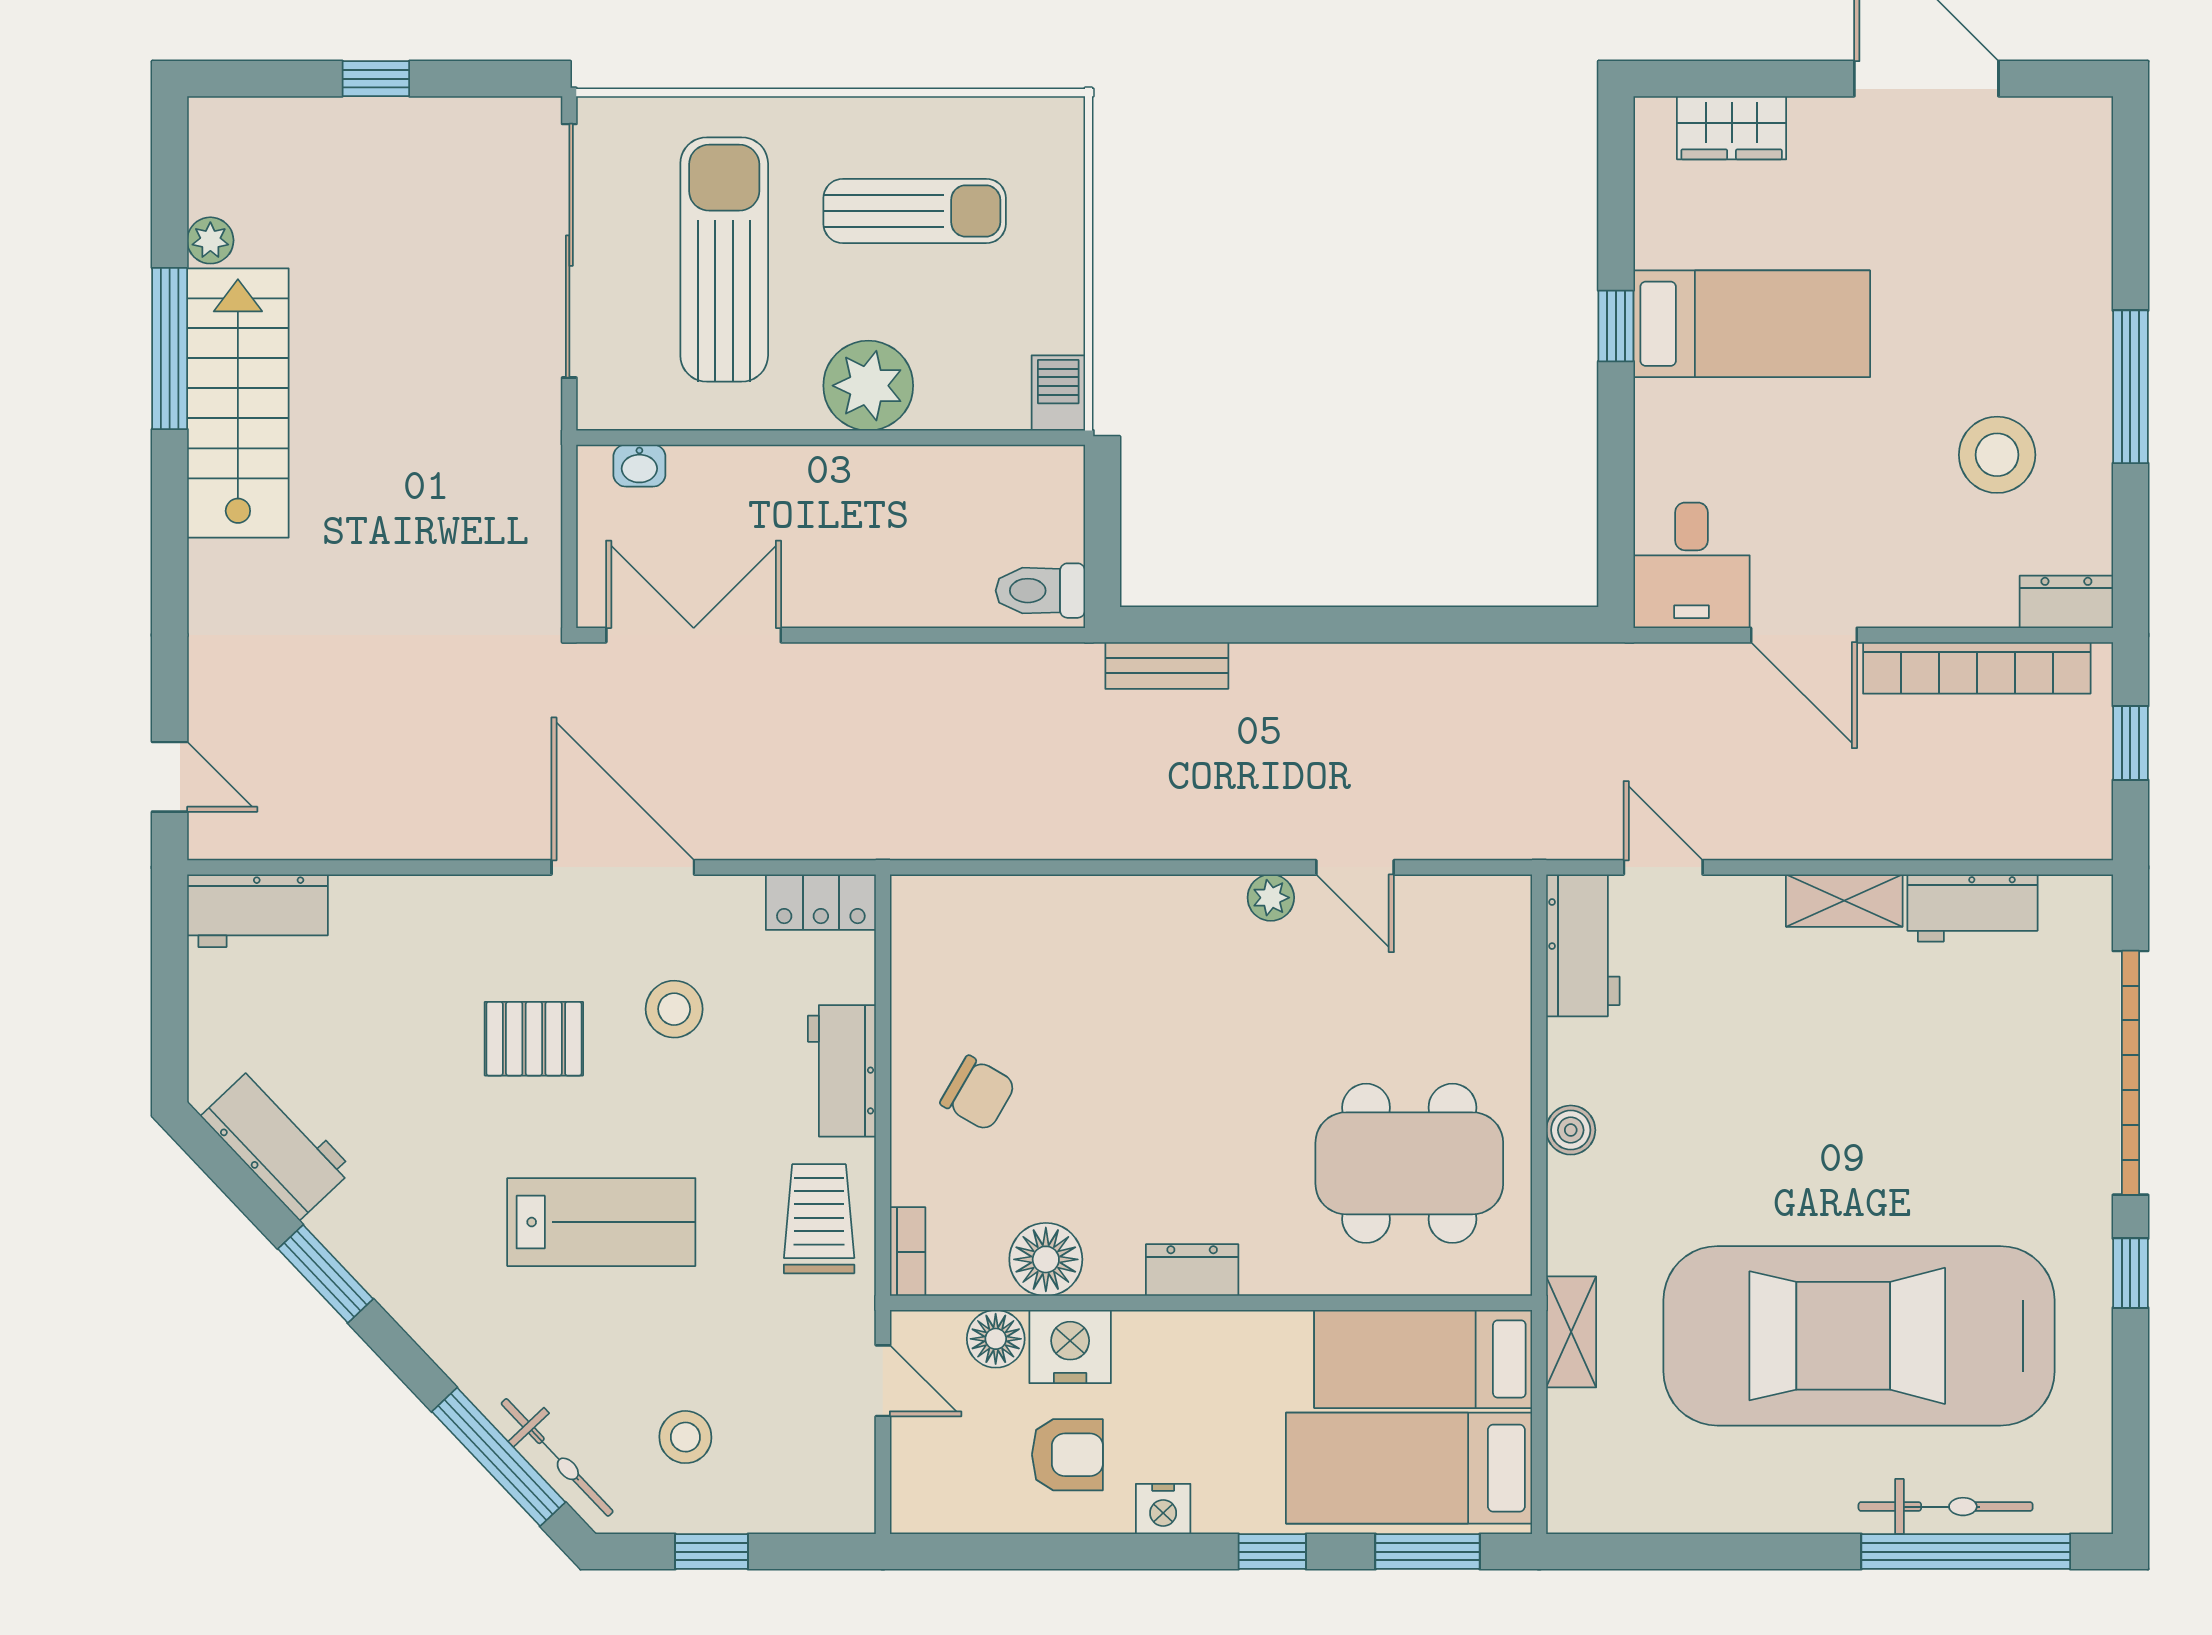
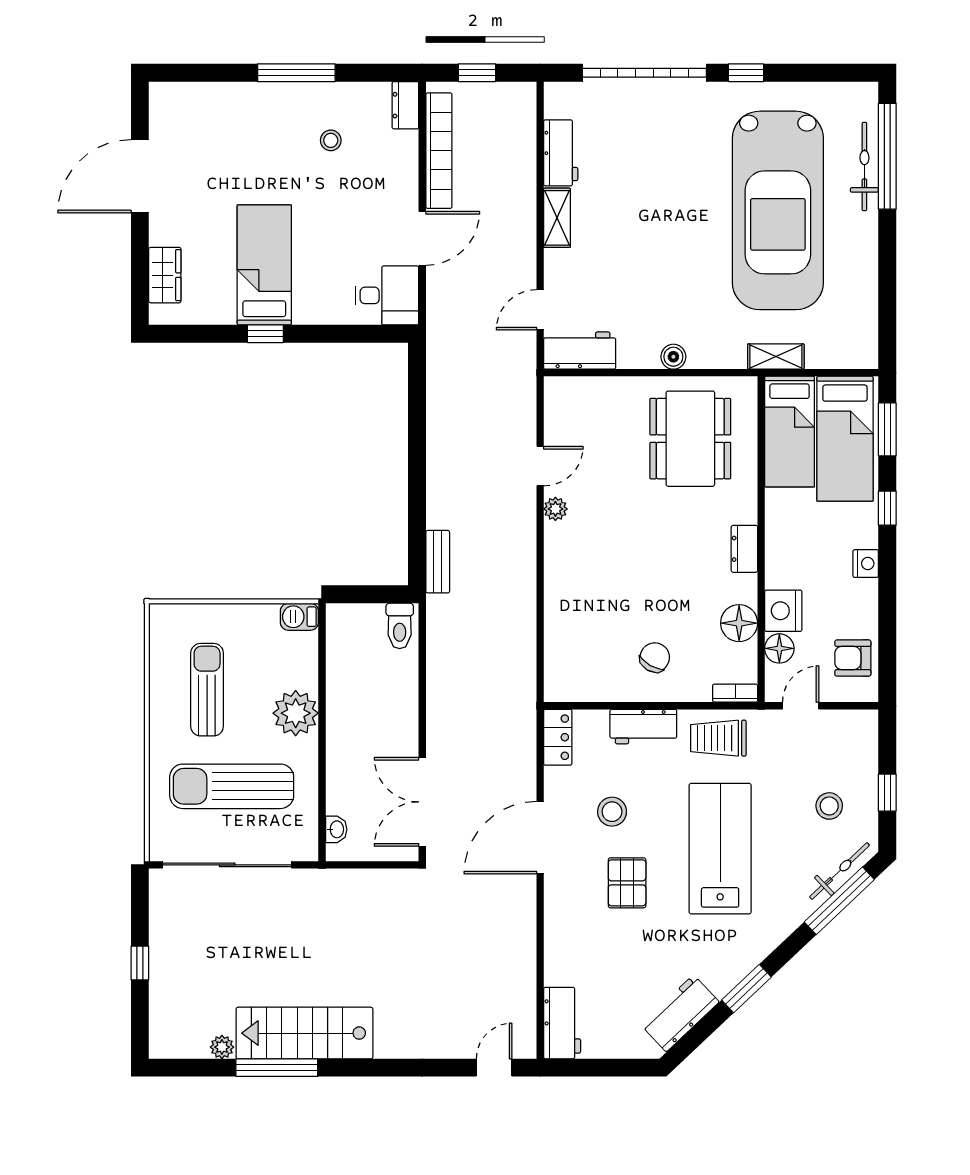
stool: (1997, 455) -> (331, 140), width x0.53, depth x0.53
lab bench: (601, 1222) -> (720, 849), width x1.36, depth x1.39
armchair: (1067, 1455) -> (853, 658), moved, turned -90

